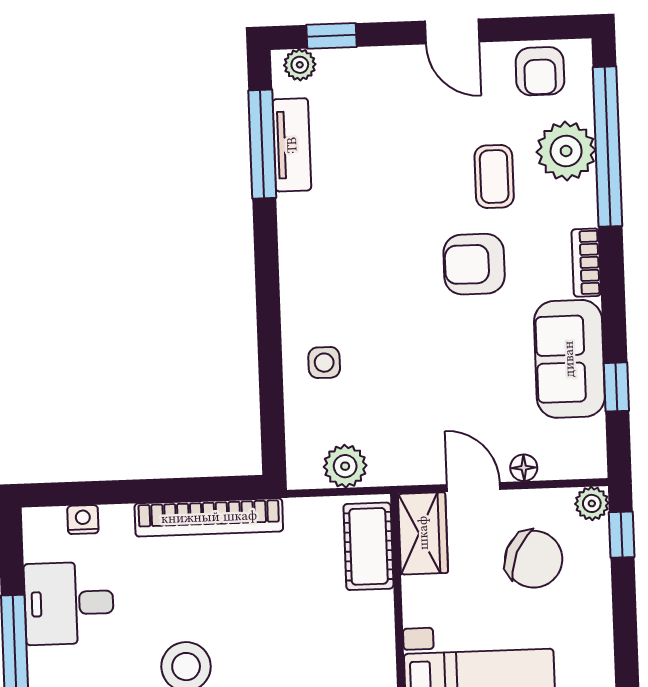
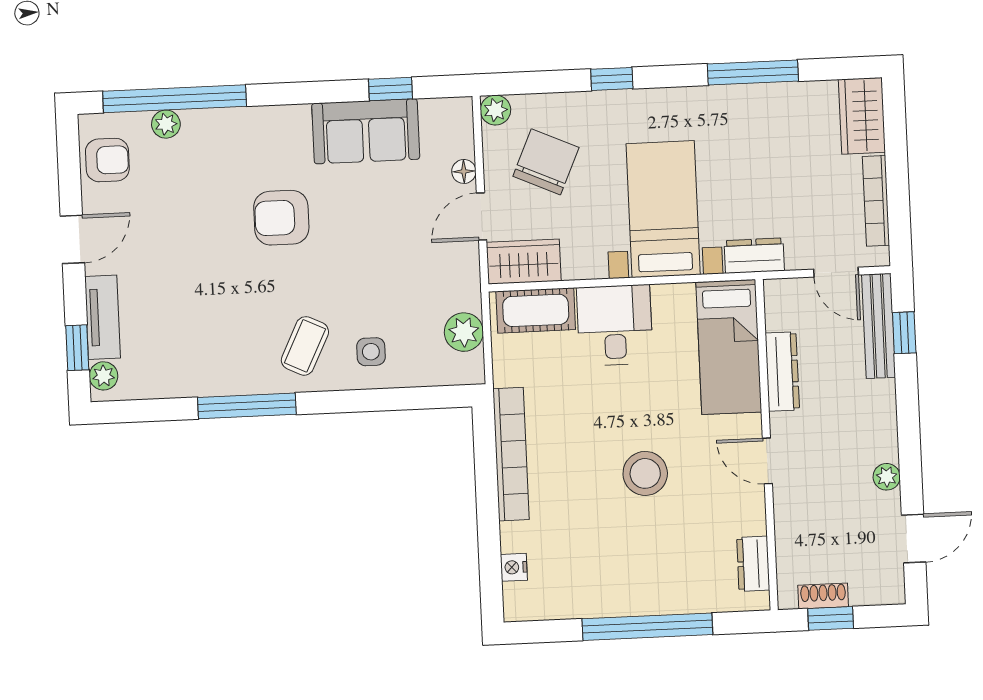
window: (262, 144) -> (247, 406), moved
tv unit: (292, 145) -> (103, 317), moved, turned 90
plant: (566, 151) -> (166, 124), width x0.53, depth x0.53
coffee table: (494, 177) -> (305, 346), moved, turned -64
bookcase: (586, 263) -> (279, 117), removed
armchair: (474, 264) -> (281, 218), turned 90
window: (622, 535) -> (612, 79), moved
desk: (69, 603) -> (615, 325), moved, turned 180

